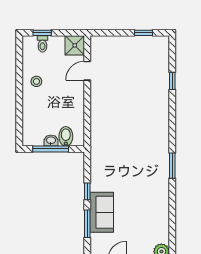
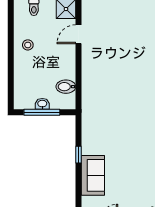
bidet: (66, 136) -> (66, 87), moved, turned -90
window: (87, 224) -> (78, 187), removed

